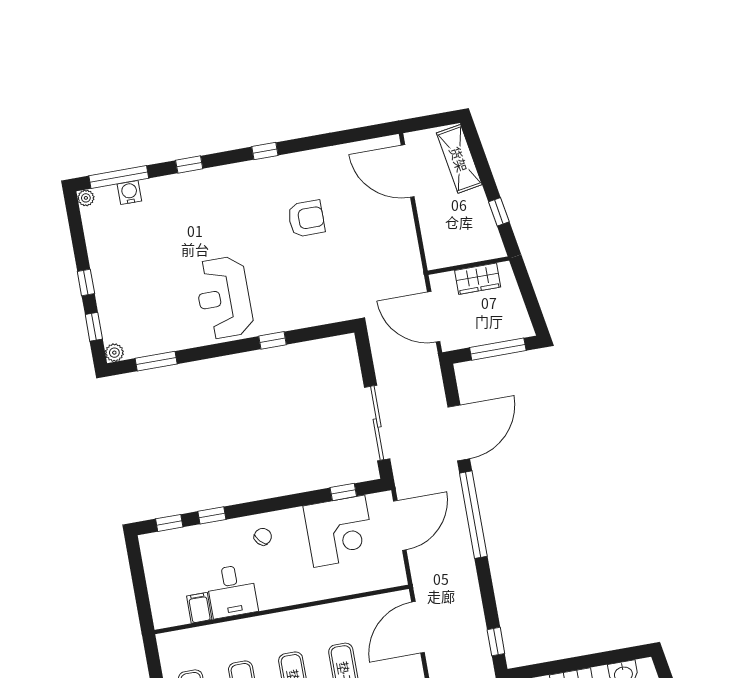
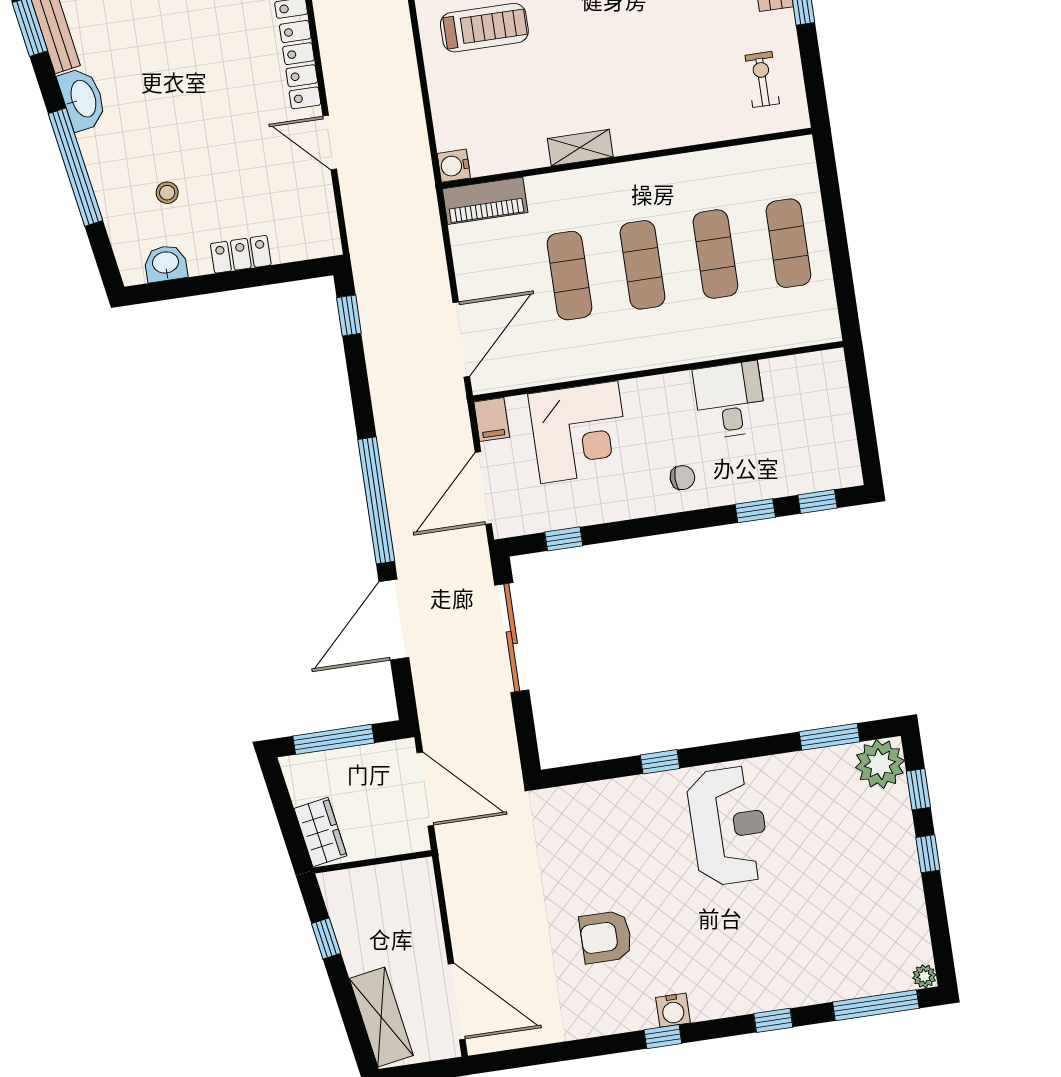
water cooler: (129, 192) -> (673, 1010), moved
wardrobe: (478, 279) -> (320, 832), moved, turned 80
plant: (114, 353) -> (880, 764), width x1.88, depth x1.88
corner desk: (339, 531) -> (579, 432), moved, turned 180
chair: (263, 537) -> (682, 478), turned -137
filing cabinet: (199, 608) -> (492, 420), moved

